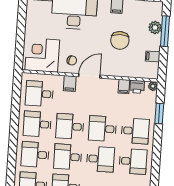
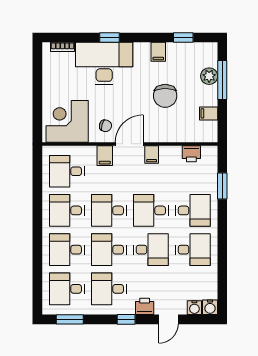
filing cabinet: (124, 86) -> (152, 154), moved
plant: (153, 86) -> (212, 151), removed

